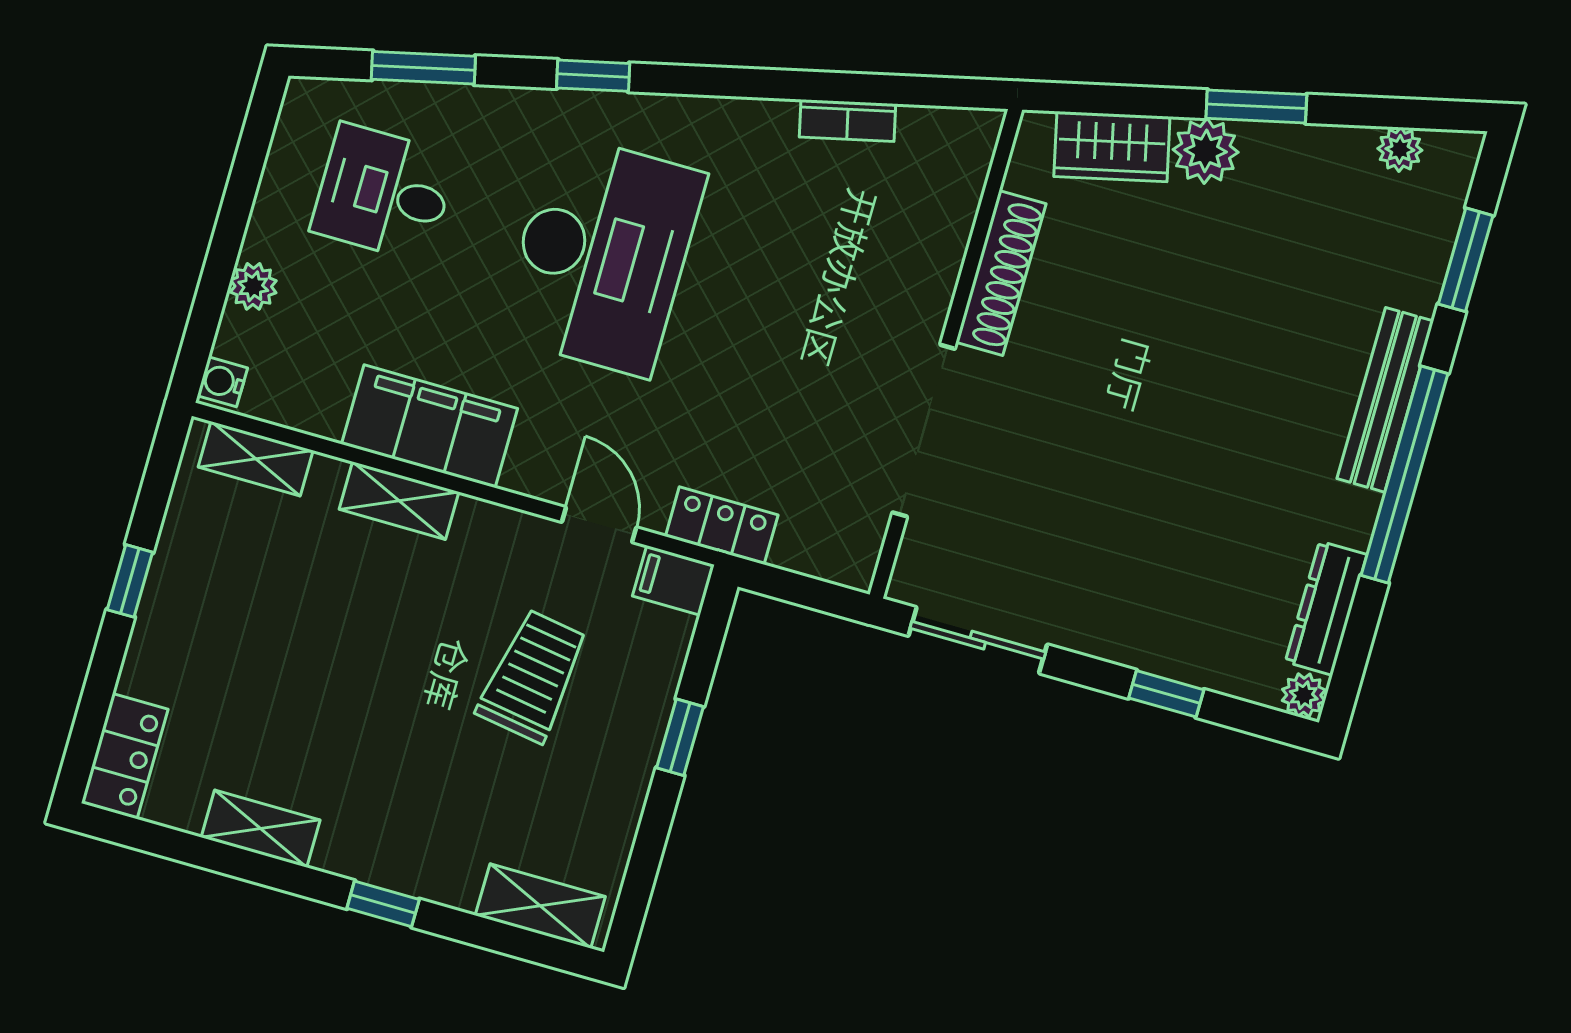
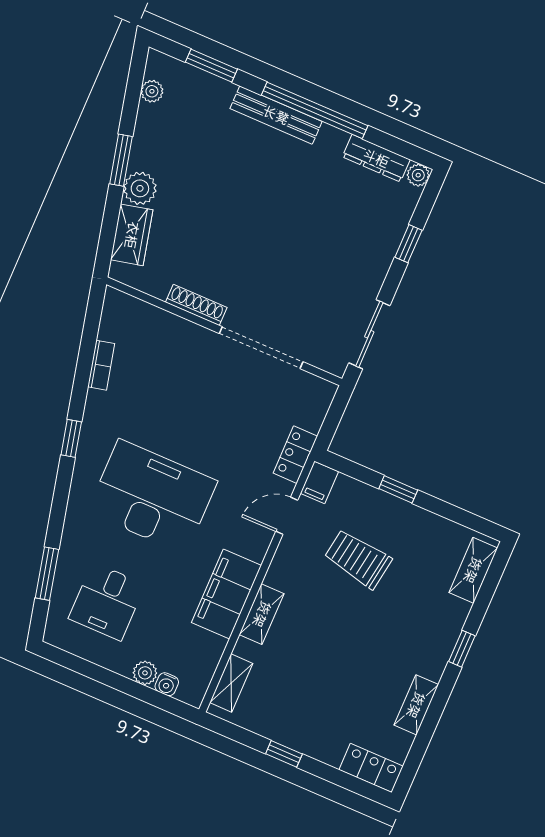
window: (593, 76) -> (71, 438), moved
shoe rack: (1001, 273) -> (196, 305), width x0.74, depth x0.81
water cooler: (222, 382) -> (167, 684), moved

